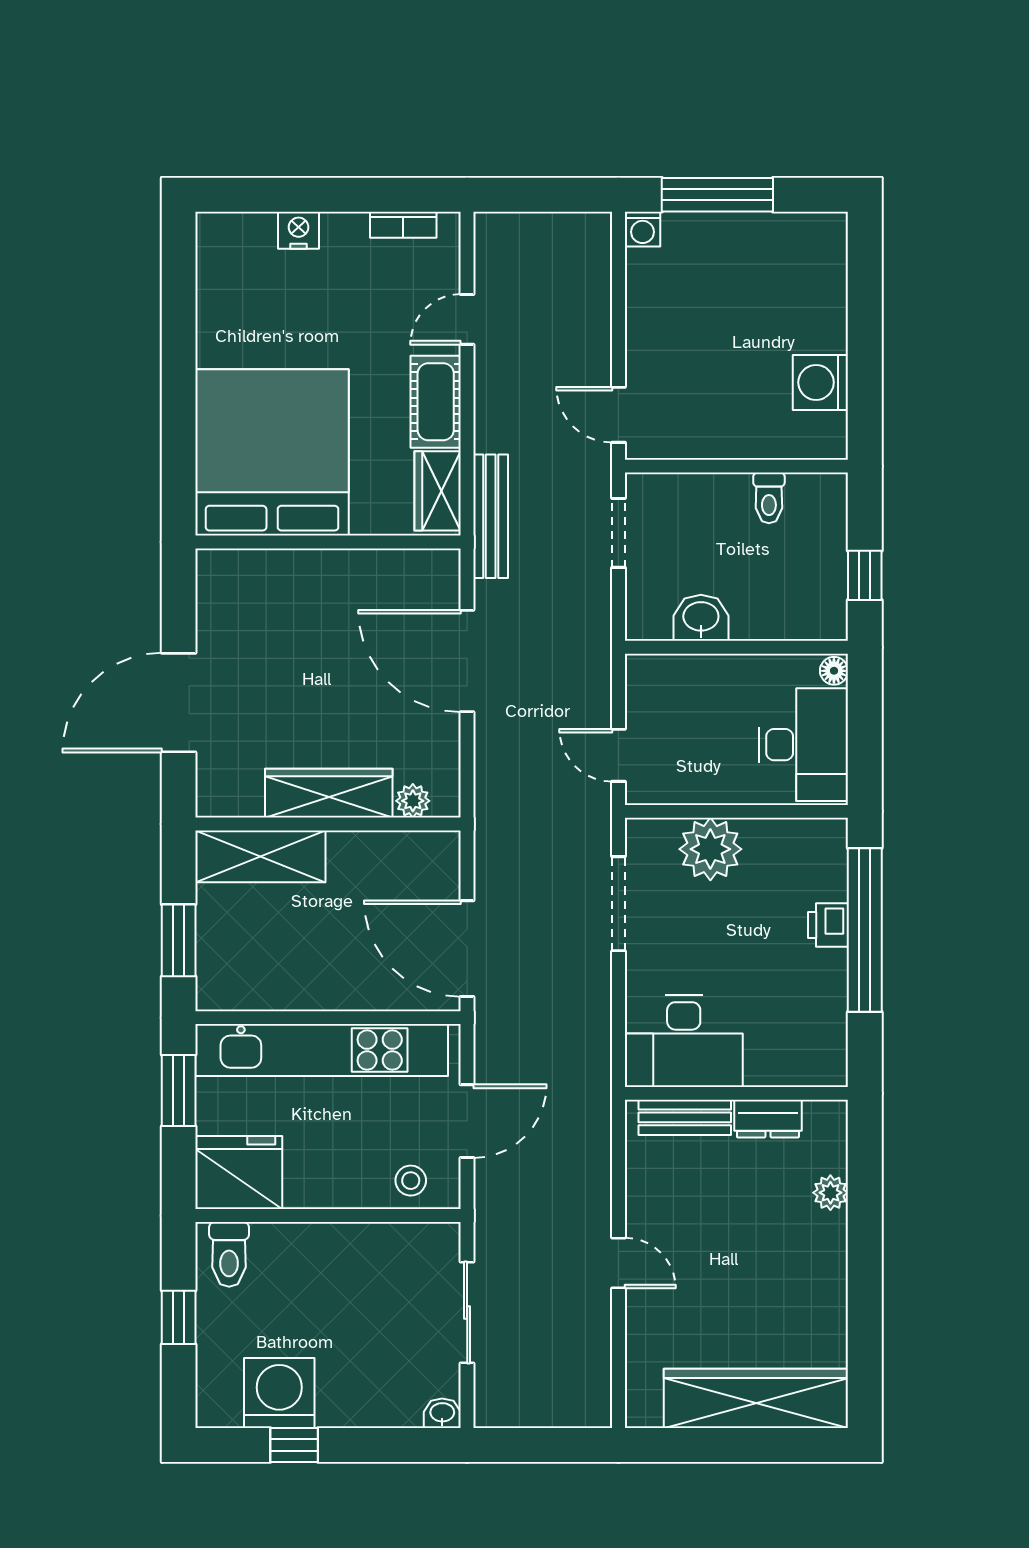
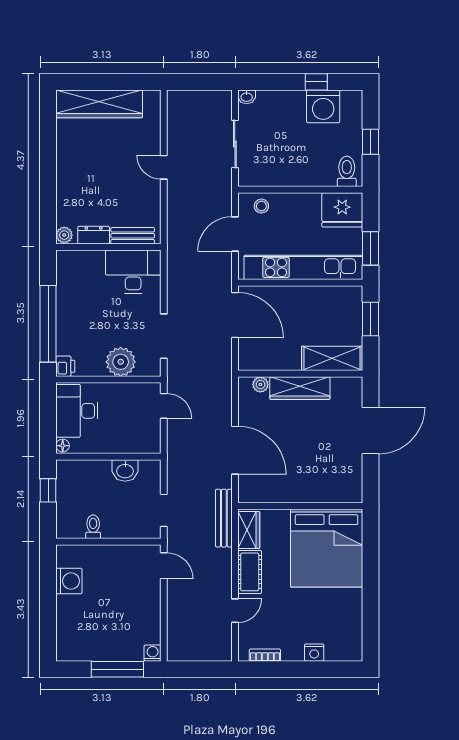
printer: (828, 925) -> (65, 366), moved
plant: (830, 1193) -> (64, 235), moved

